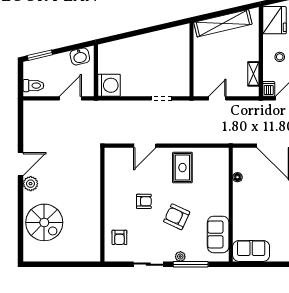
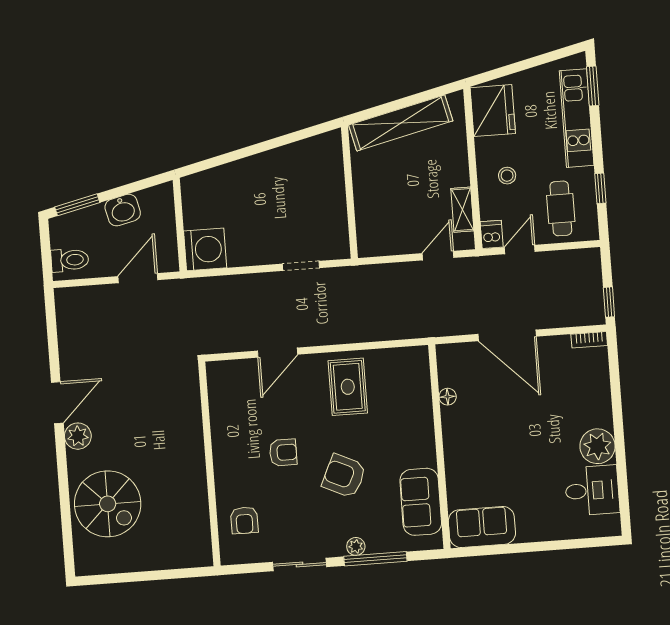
washbasin: (80, 56) -> (123, 210), moved
door: (217, 98) -> (438, 256), moved

